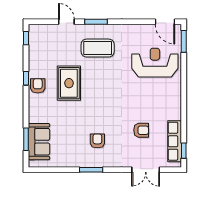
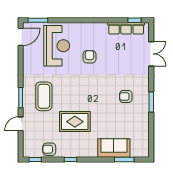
reception desk: (155, 63) -> (57, 46), turned 180
armchair: (38, 86) -> (49, 149), moved
armchair: (141, 130) -> (89, 57), moved
sofa: (39, 142) -> (114, 148), moved

